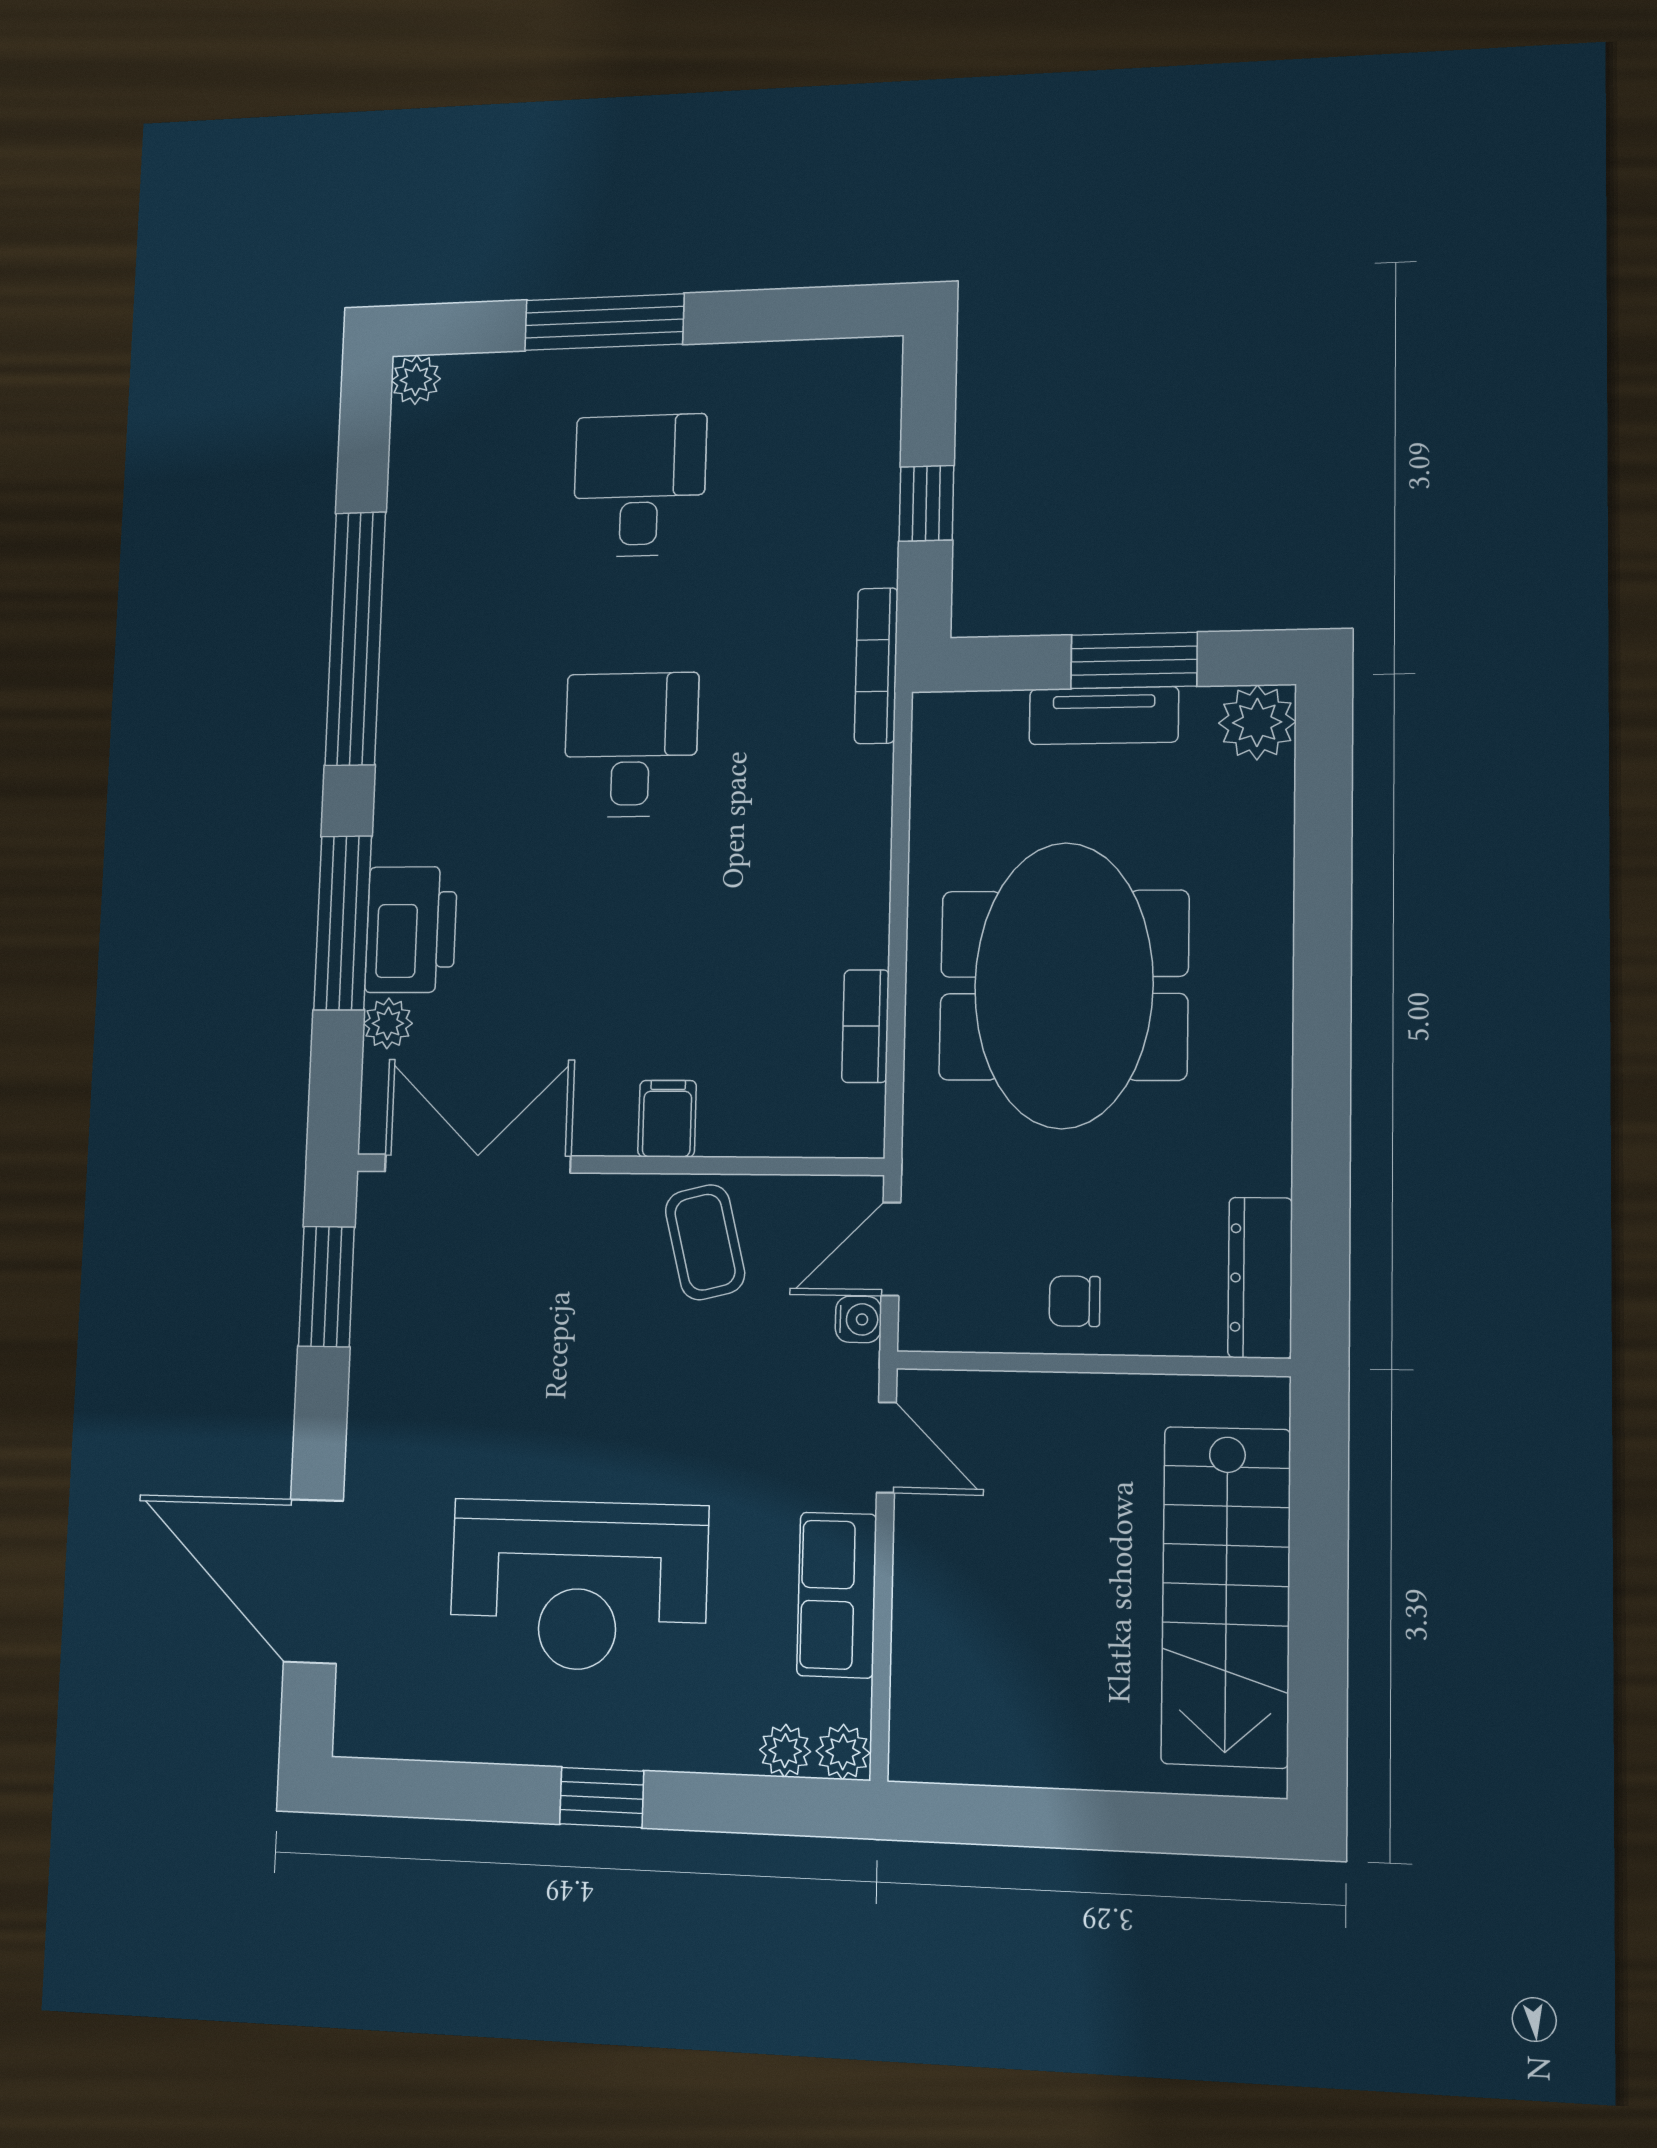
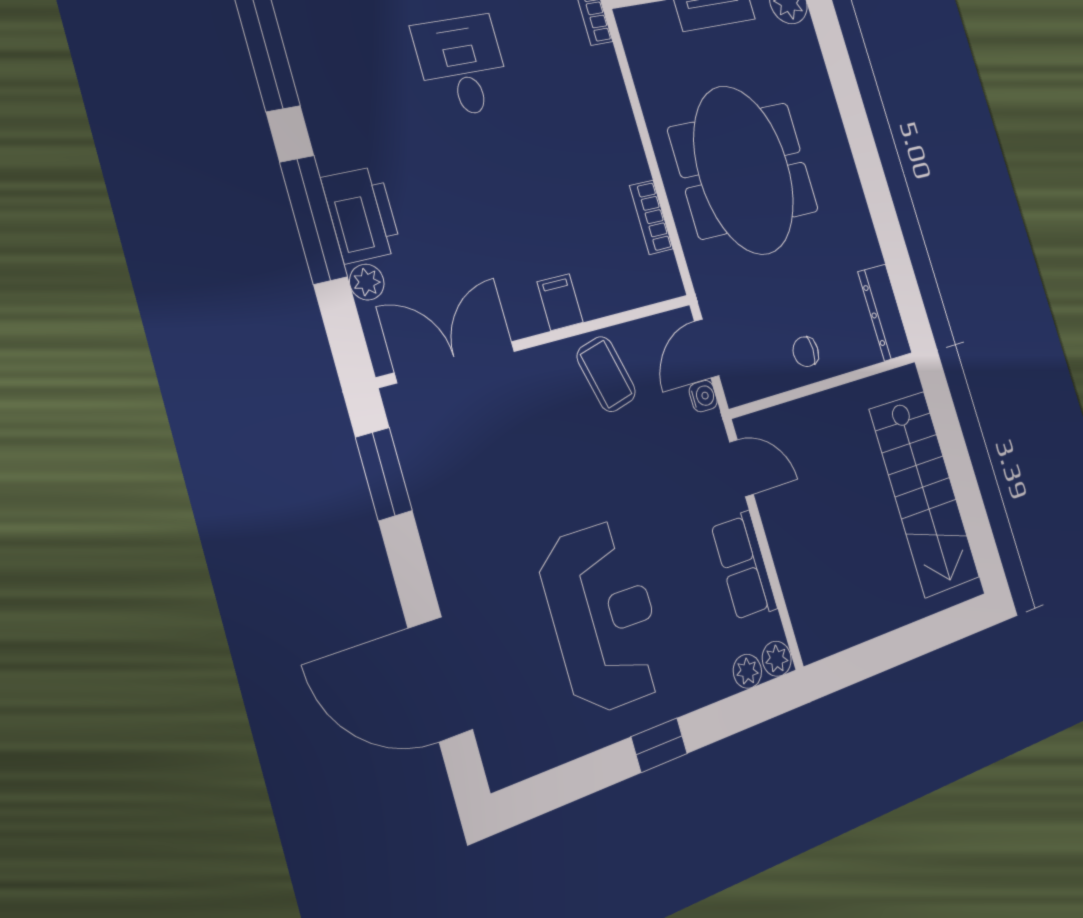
reception desk: (578, 1585) -> (603, 616), turned -90

